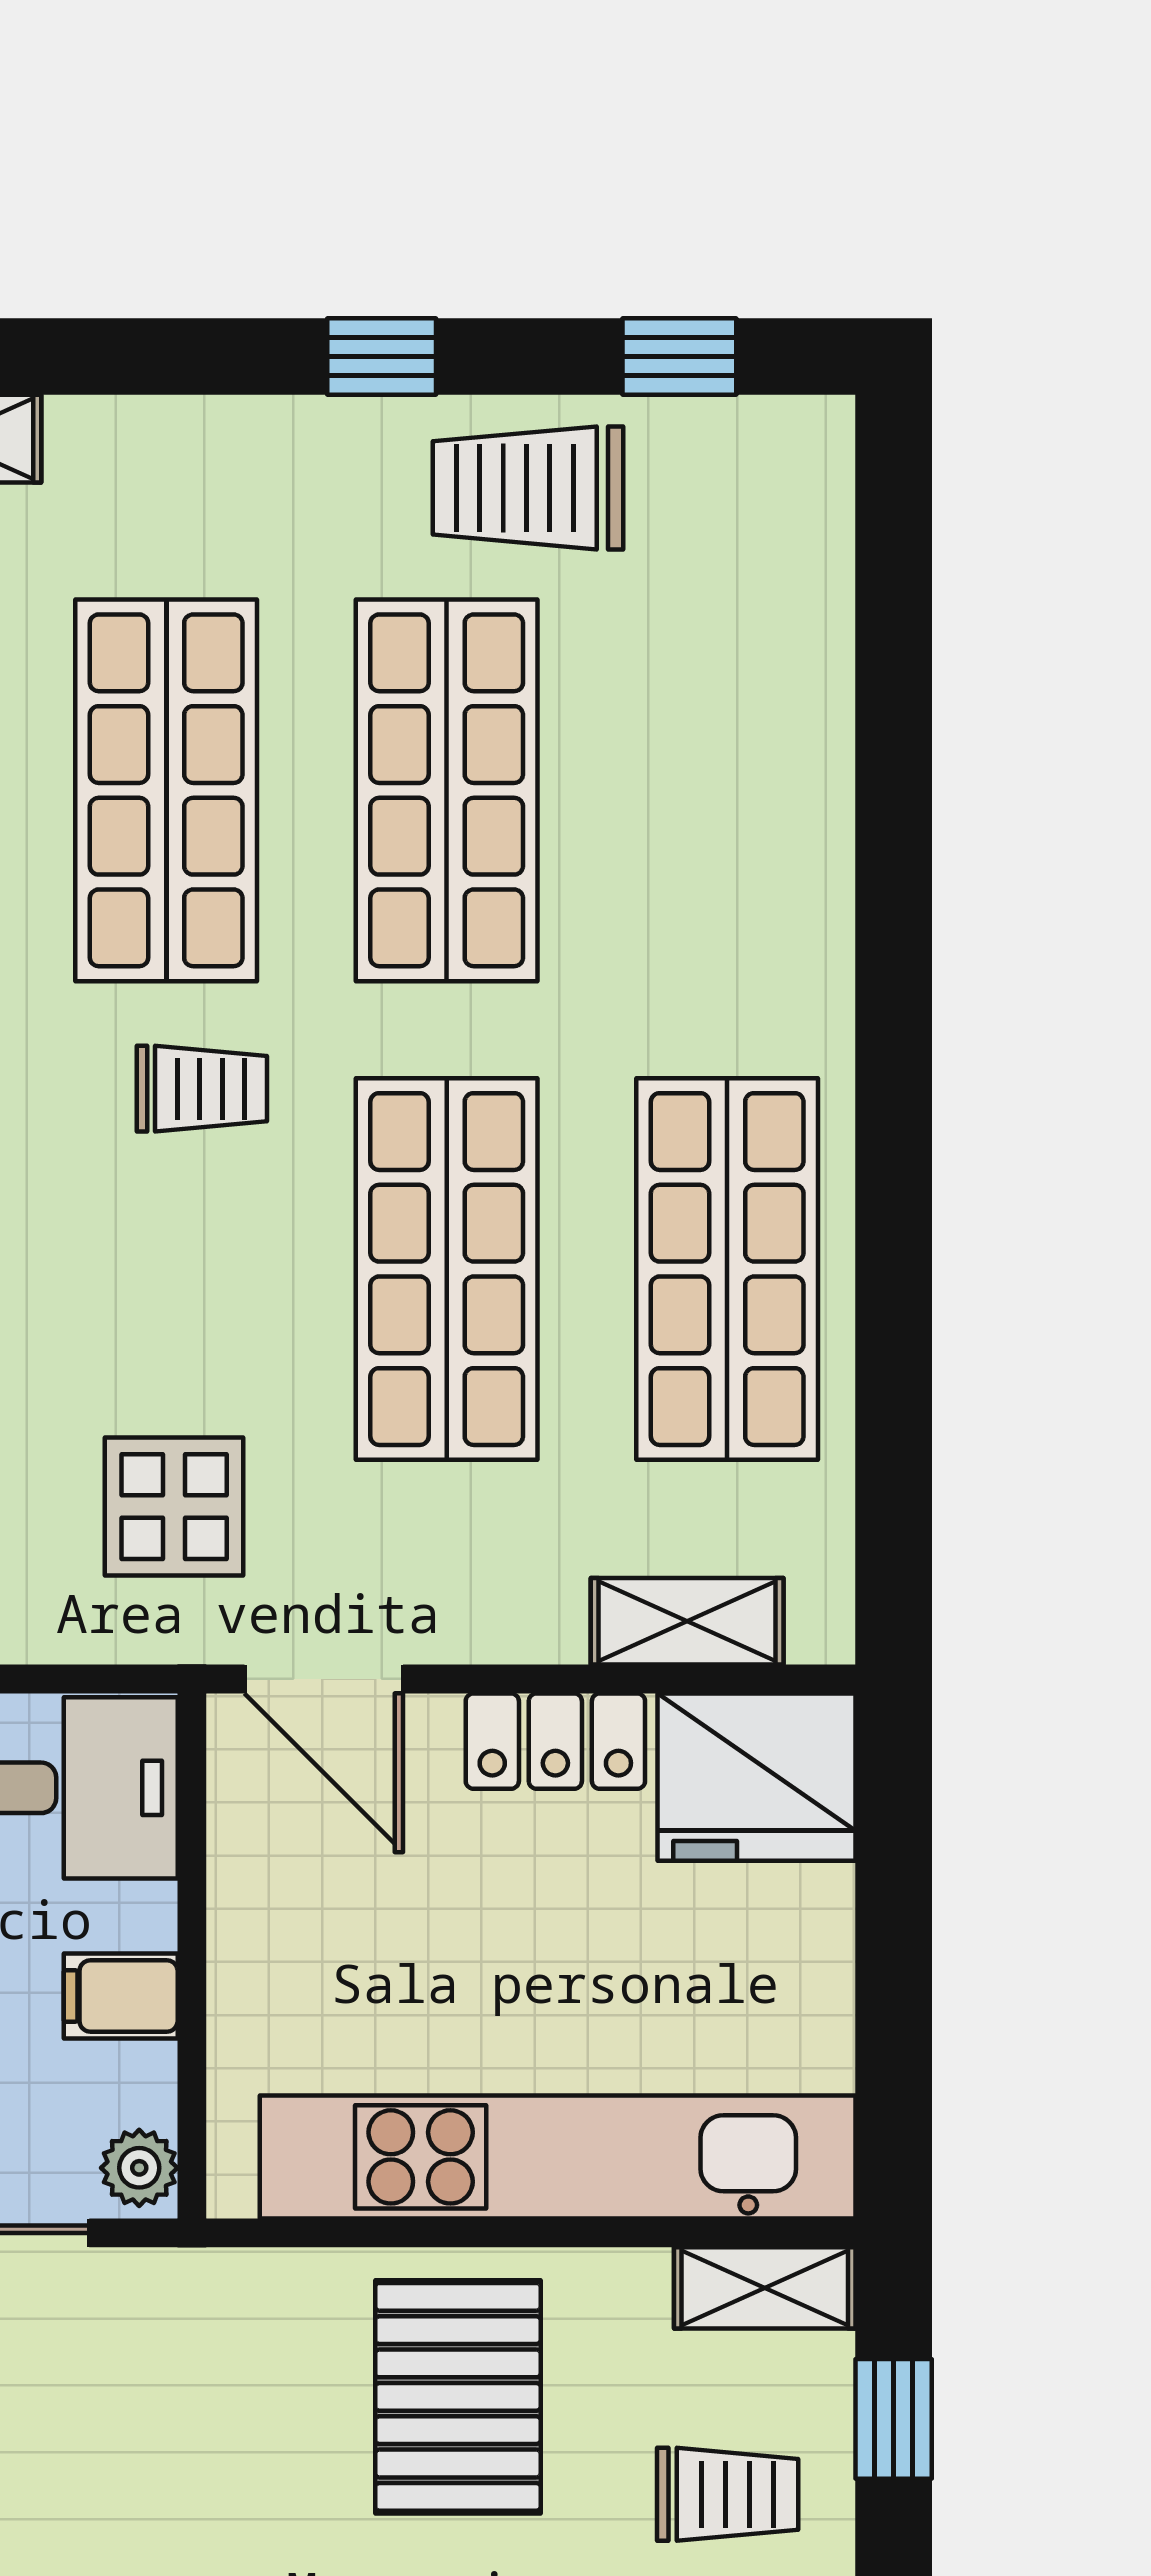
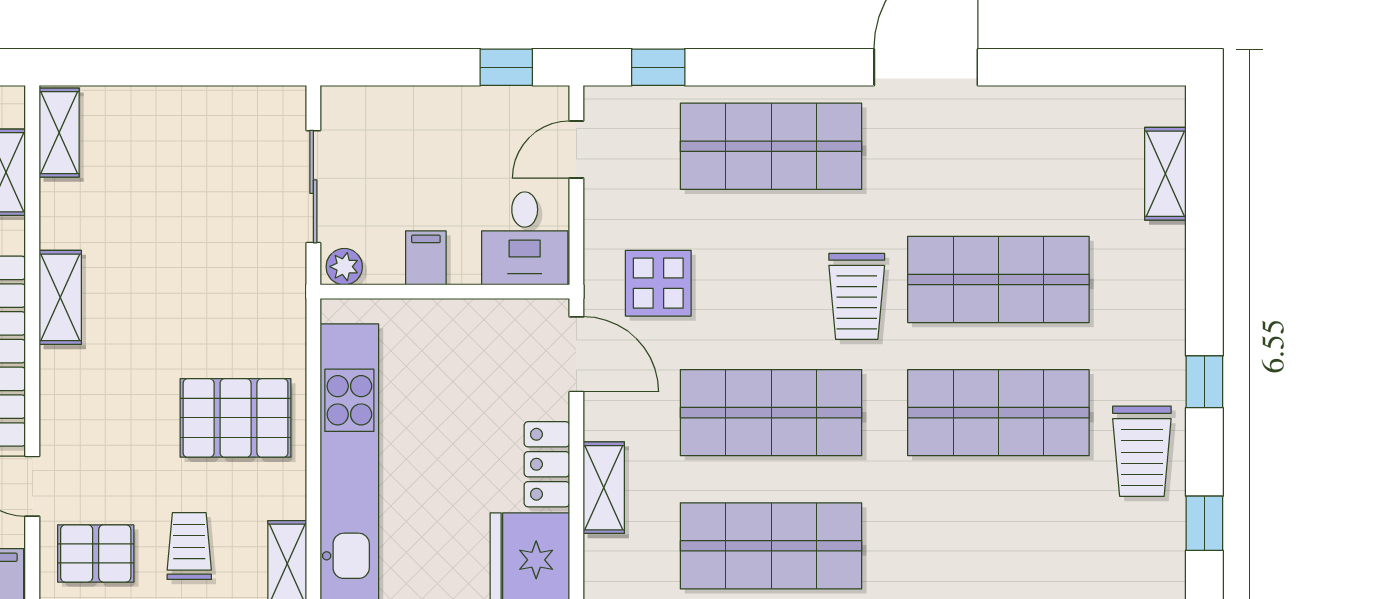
trolley: (528, 488) -> (1142, 451), turned 180
trolley: (202, 1089) -> (857, 296), width x1.36, depth x1.39
shelving: (687, 1621) -> (604, 488), moved
door: (324, 1679) -> (576, 354), swing flipped
trolley: (728, 2494) -> (189, 546), turned 180

